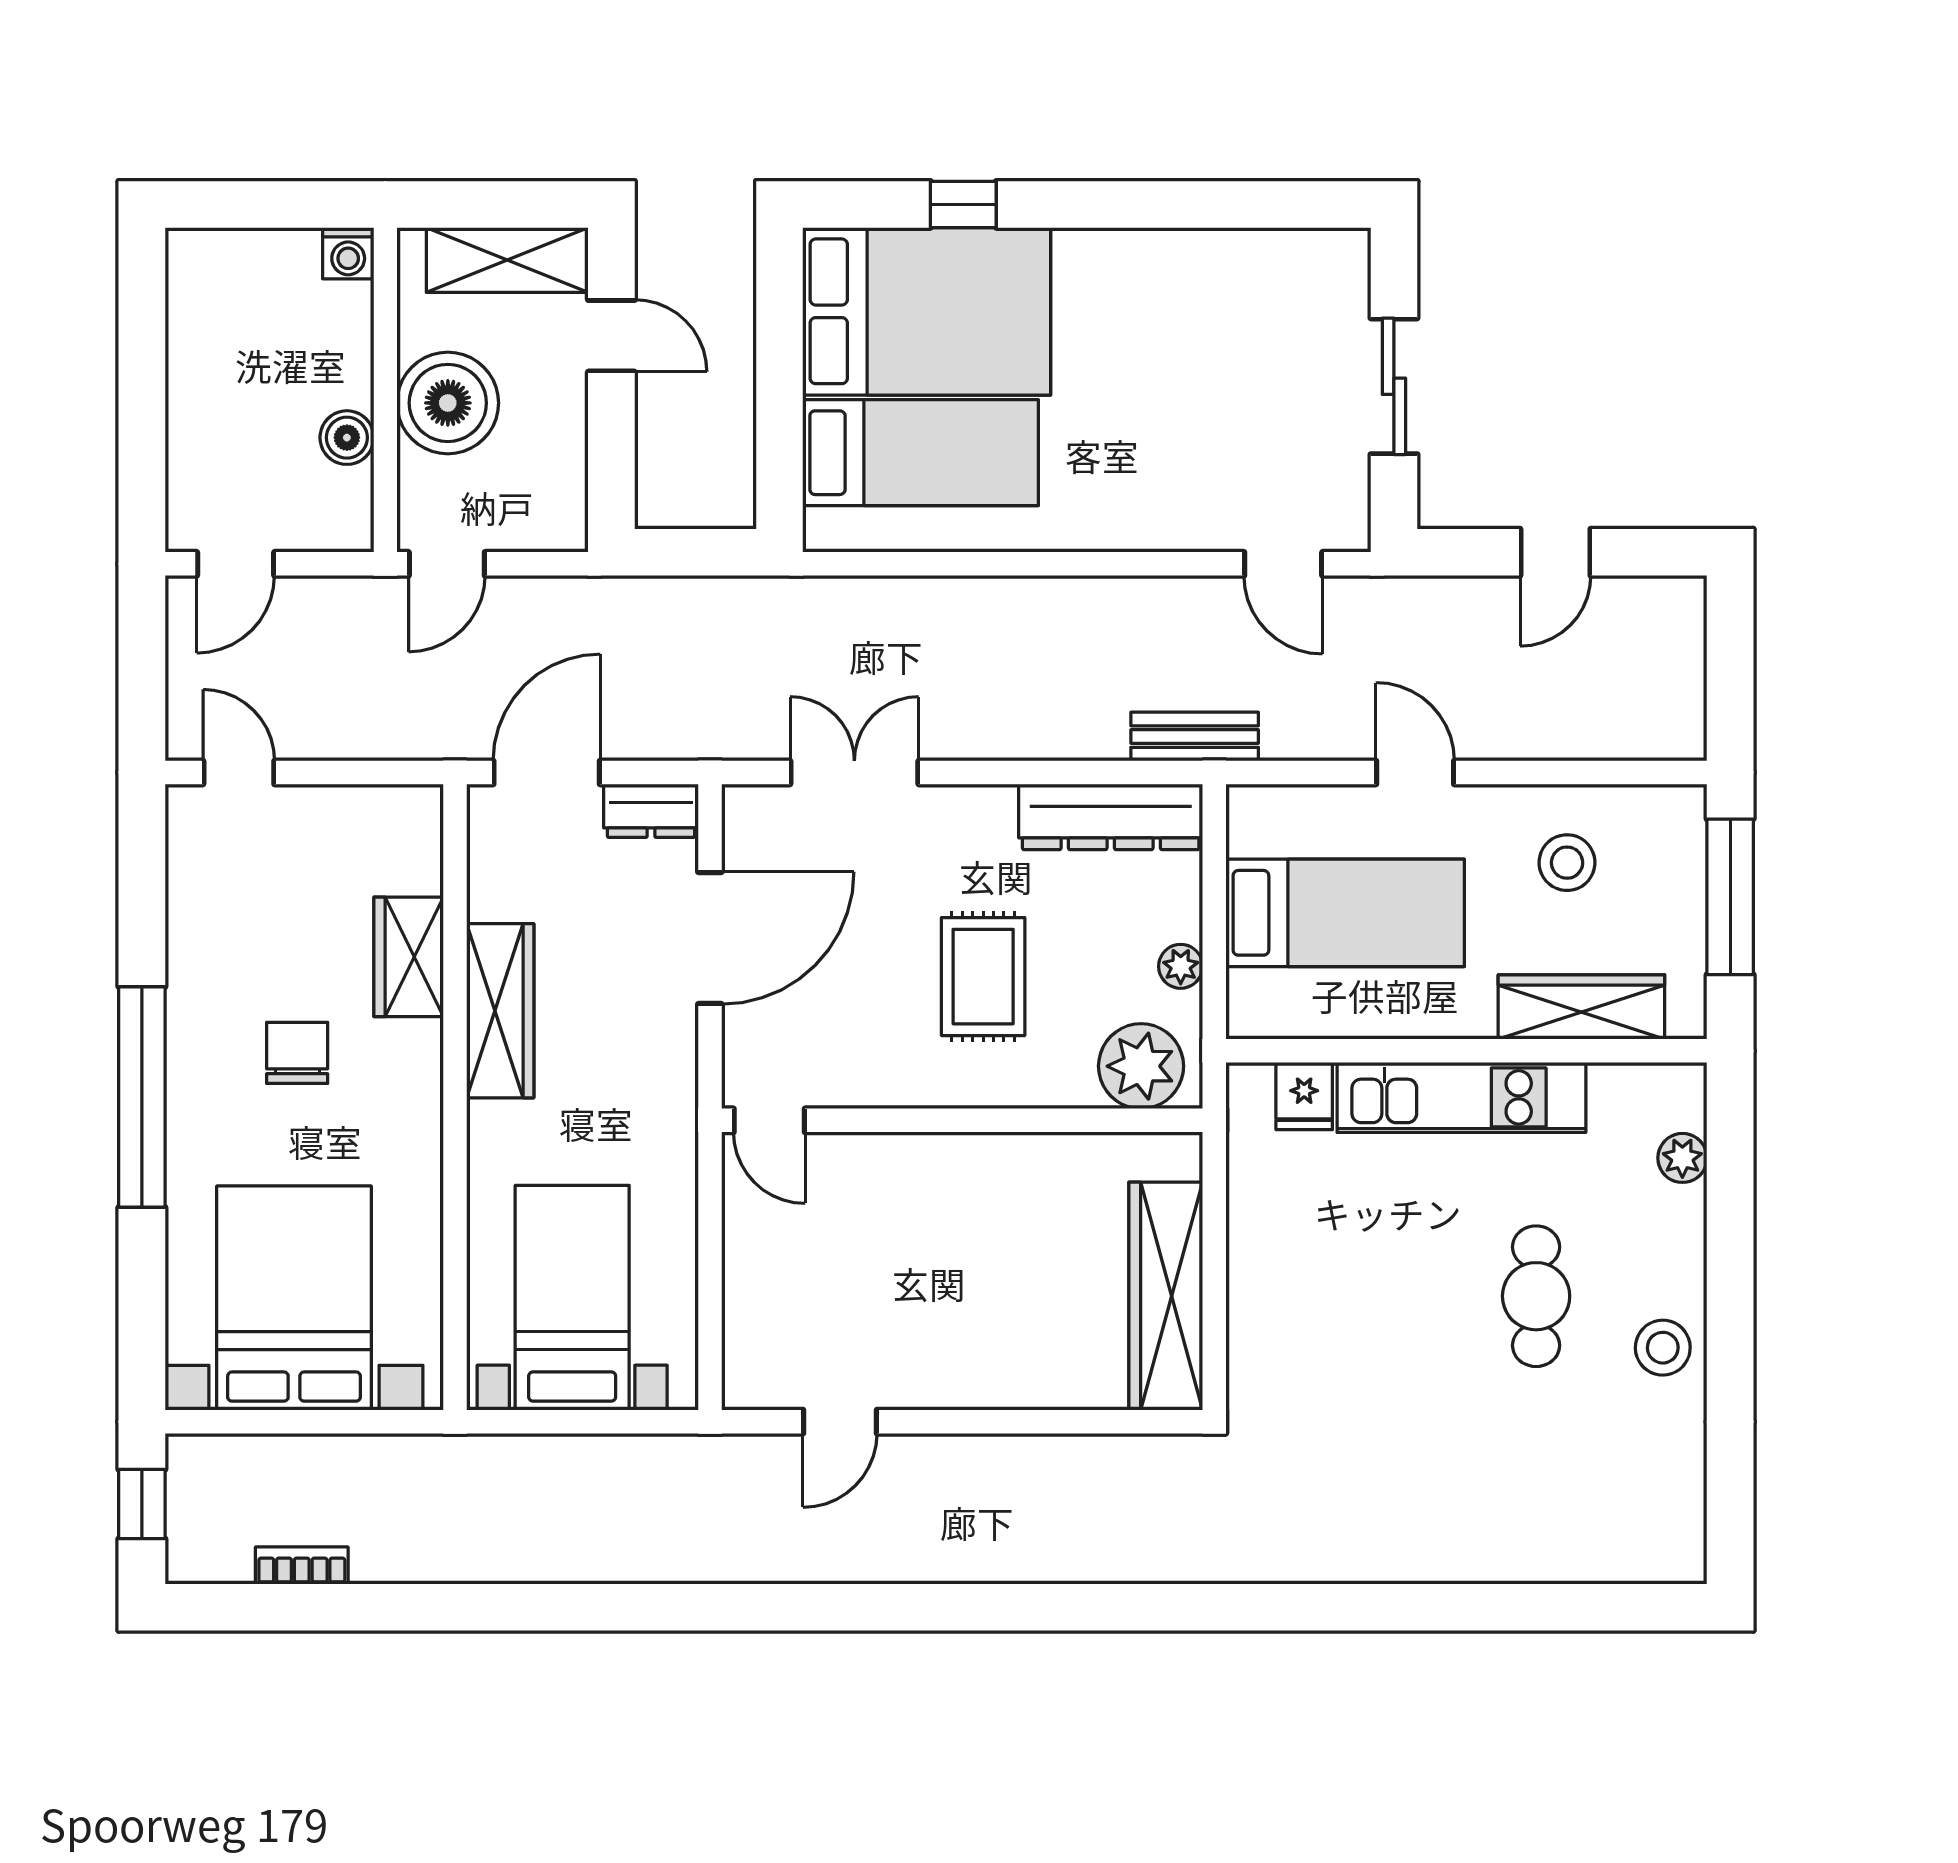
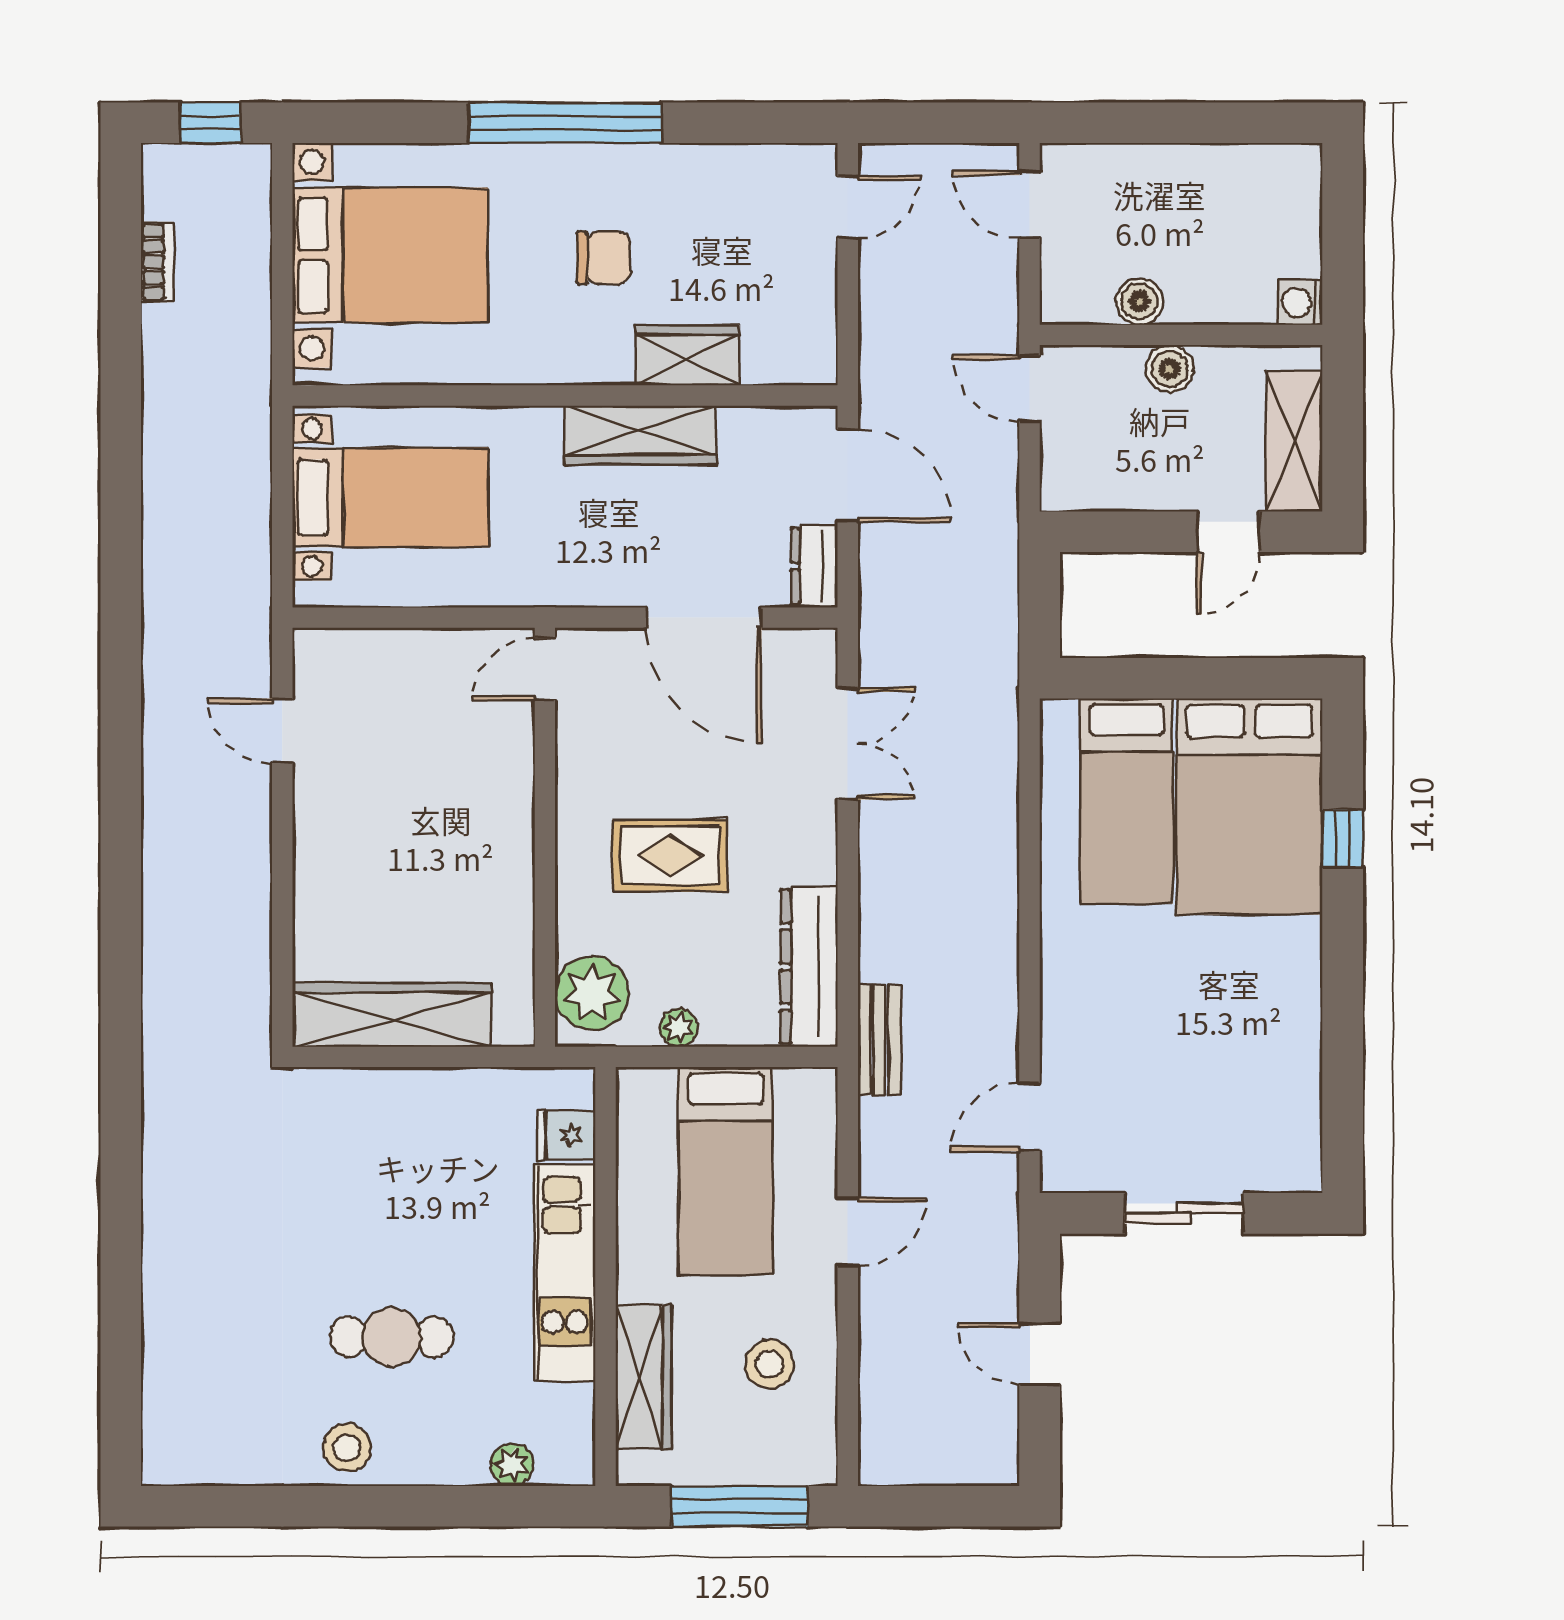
boiler: (448, 403) -> (1170, 369), width x0.54, depth x0.54

